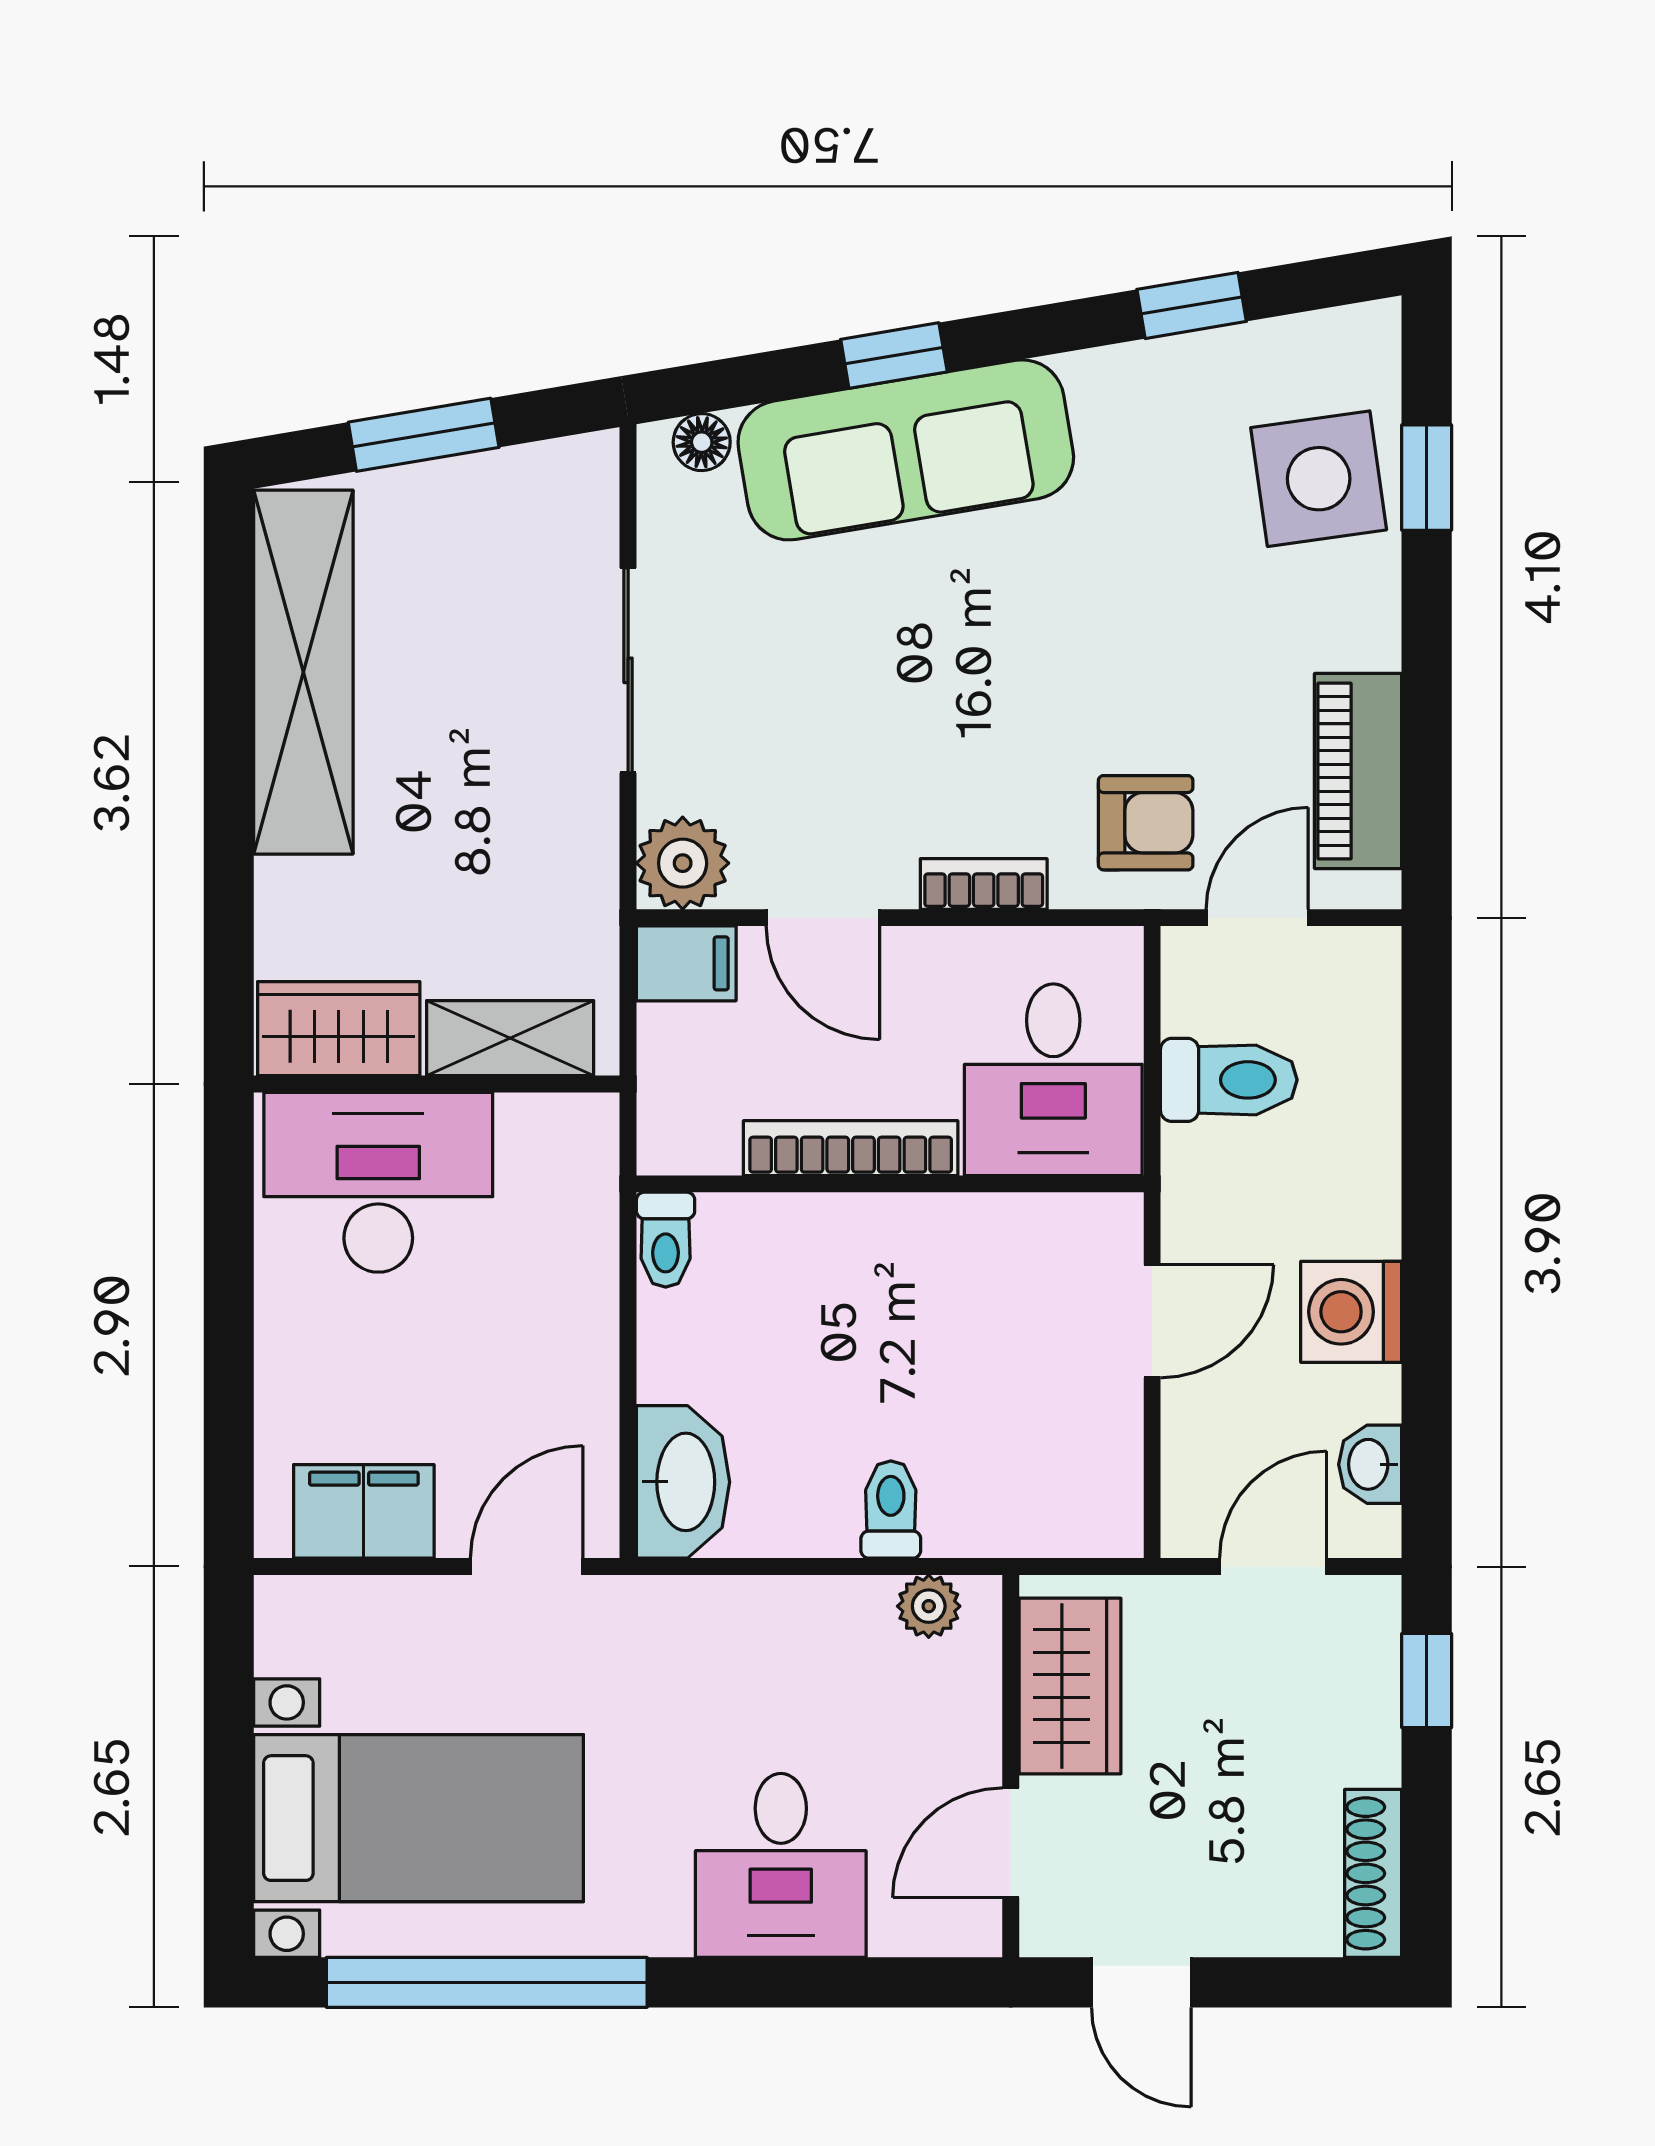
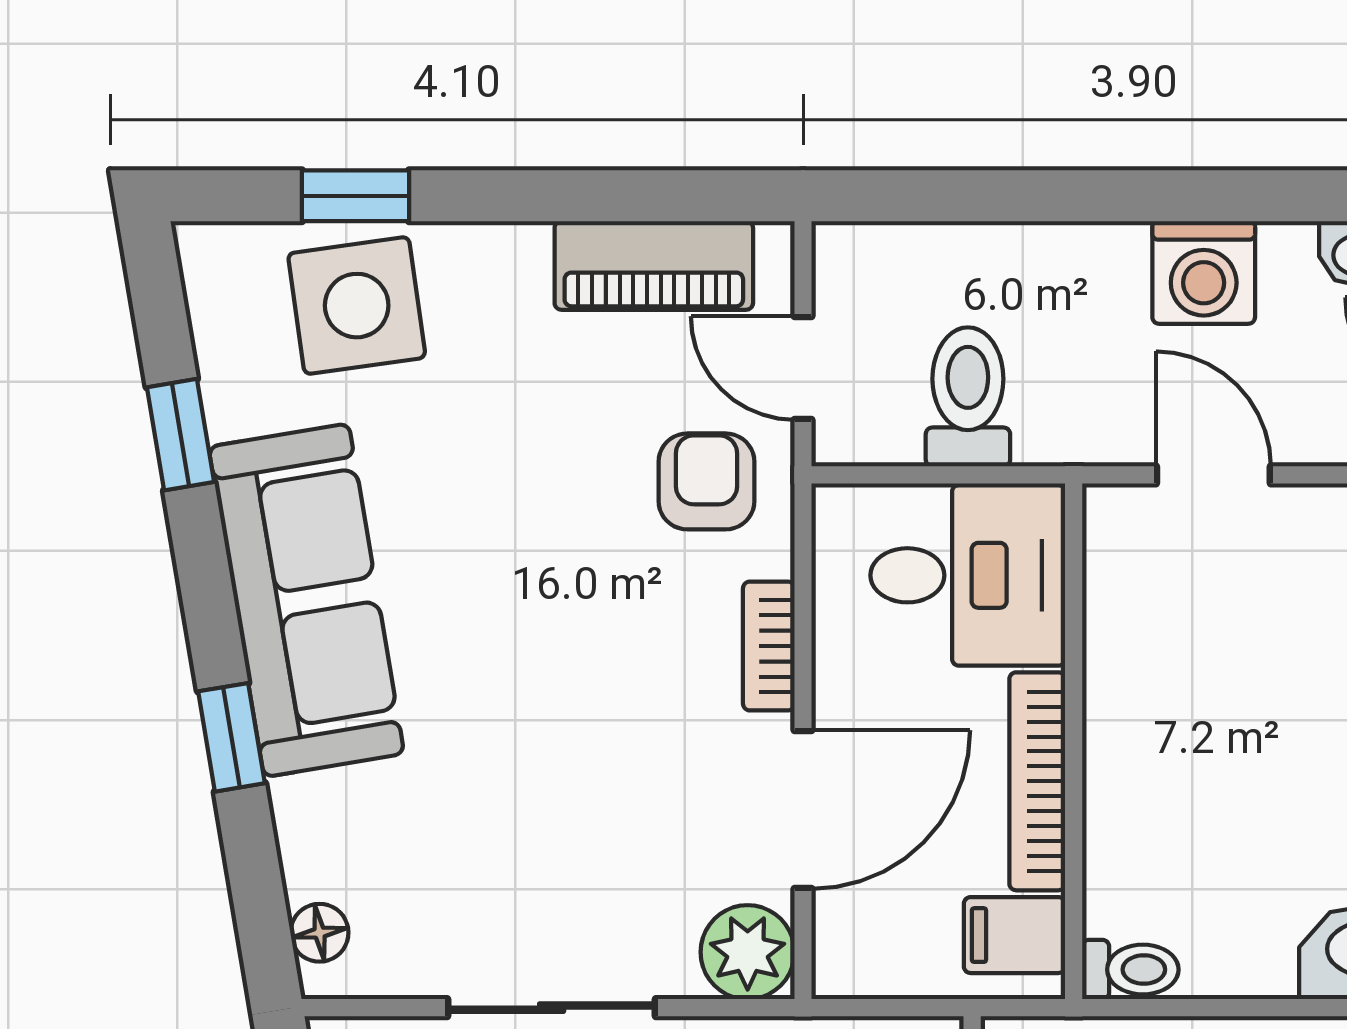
sofa: (906, 450) -> (306, 600), moved
door: (823, 918) -> (803, 810), width x1.38
filing cabinet: (686, 963) -> (1014, 935), moved, turned -90

